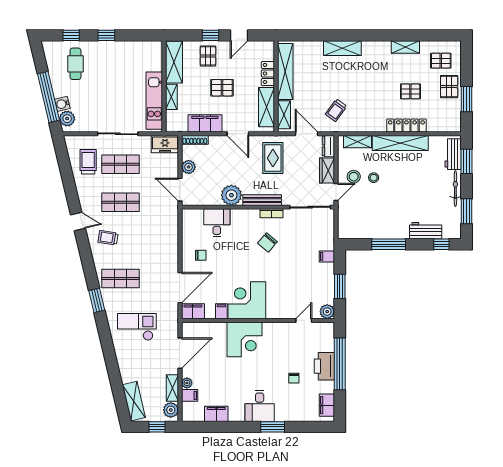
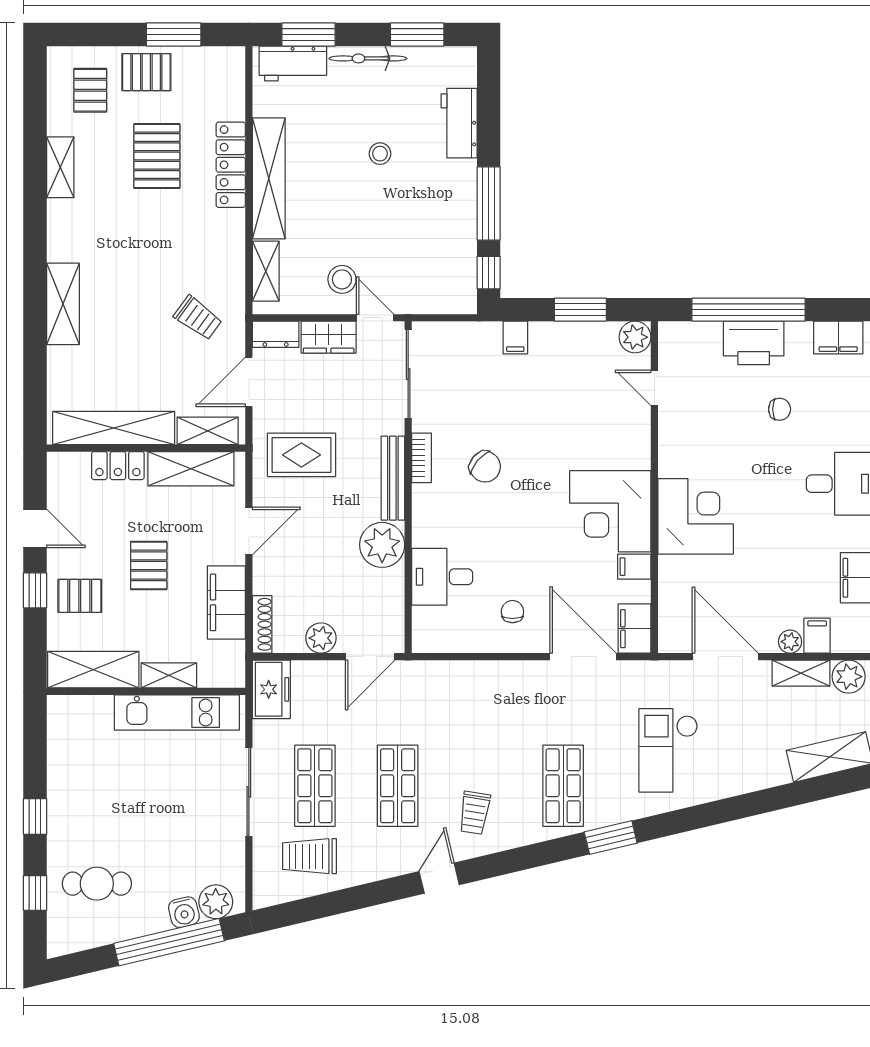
pallet: (410, 91) -> (157, 156), width x1.50, depth x1.42
stool: (374, 178) -> (380, 154), moved
window: (441, 244) -> (489, 273), moved

